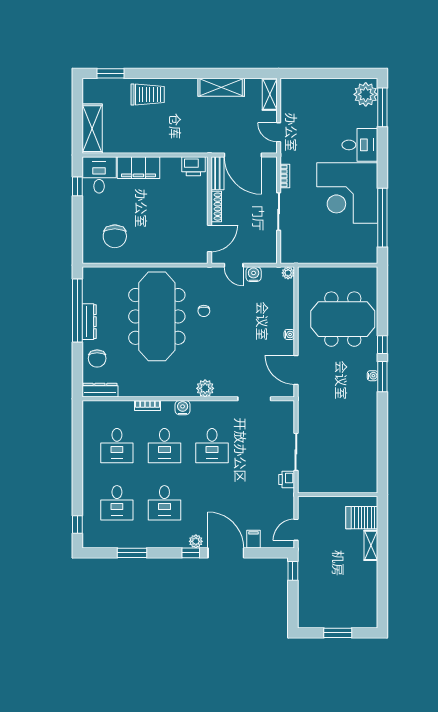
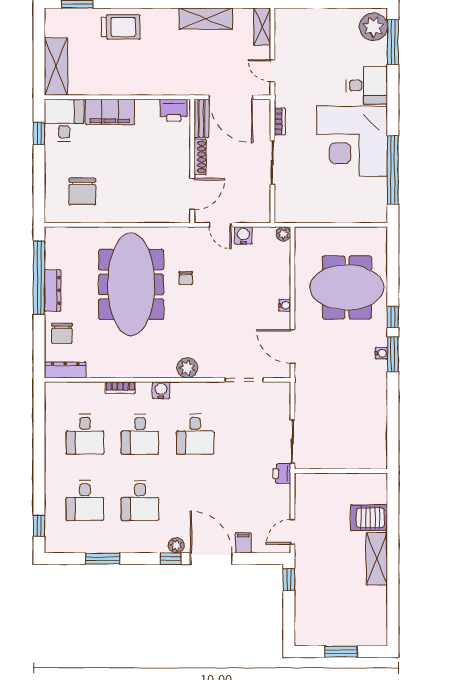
wall: (338, 495) -> (341, 471), moved
shelving: (371, 545) -> (377, 559), width x1.50, depth x1.33

